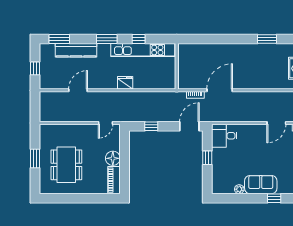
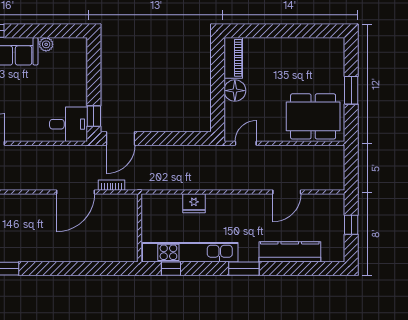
window: (59, 39) -> (315, 269), removed
window: (139, 39) -> (171, 269), moved
fridge: (125, 83) -> (194, 203), moved
window: (151, 126) -> (177, 138), removed
window: (207, 158) -> (94, 116), moved
dining table: (66, 165) -> (313, 116), moved, turned 90

